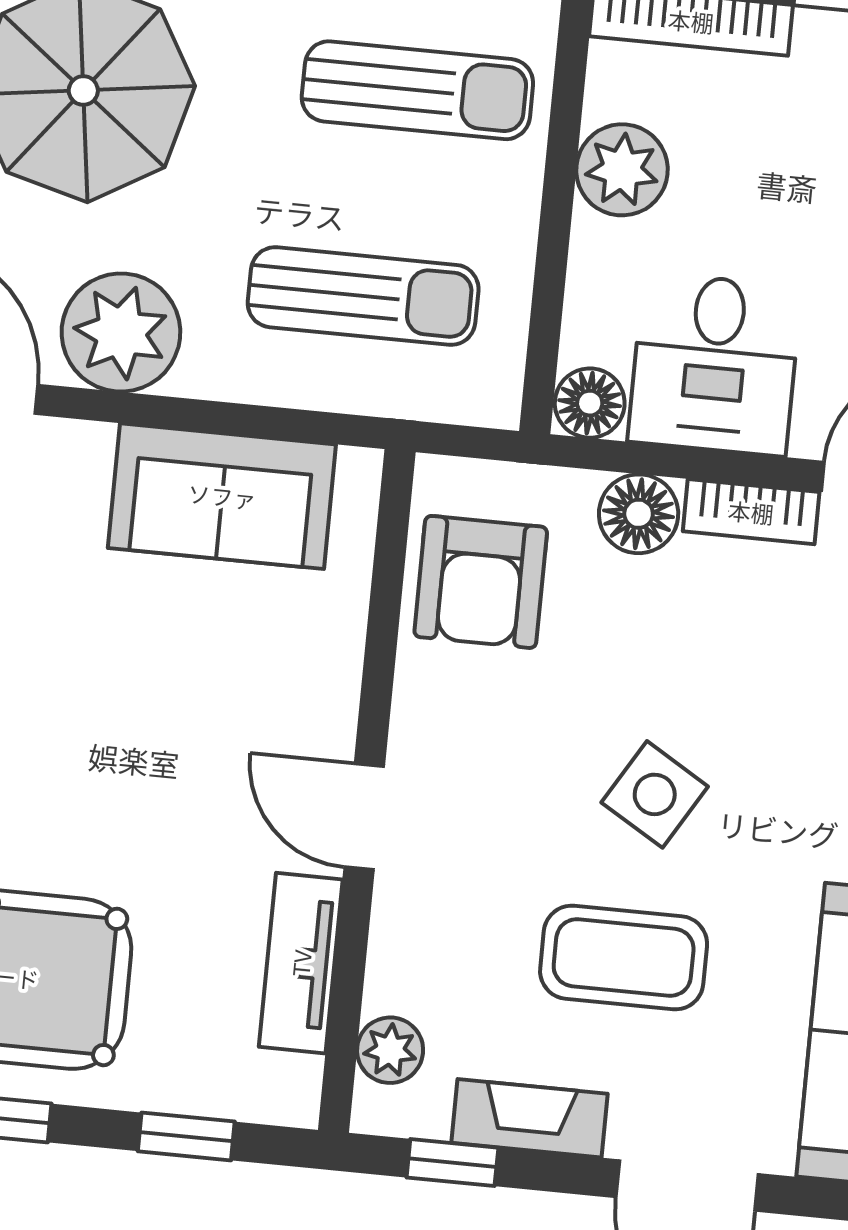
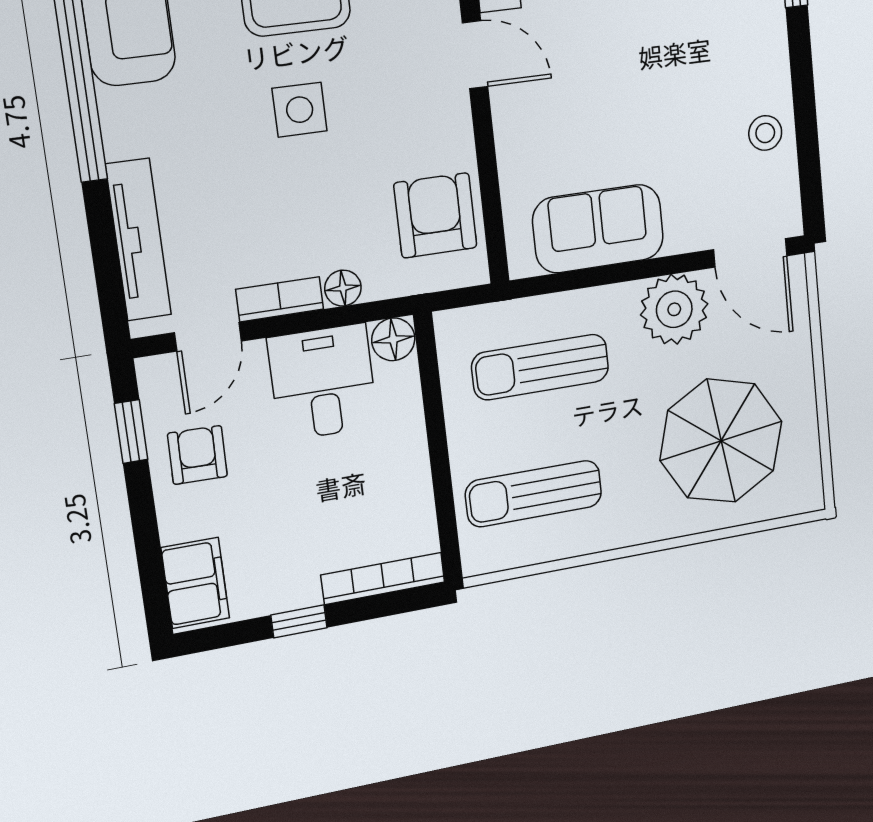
plant: (622, 170) -> (405, 481), removed
floor lamp: (639, 514) -> (343, 288), width x0.73, depth x0.73
side table: (655, 794) -> (300, 110), turned -31

